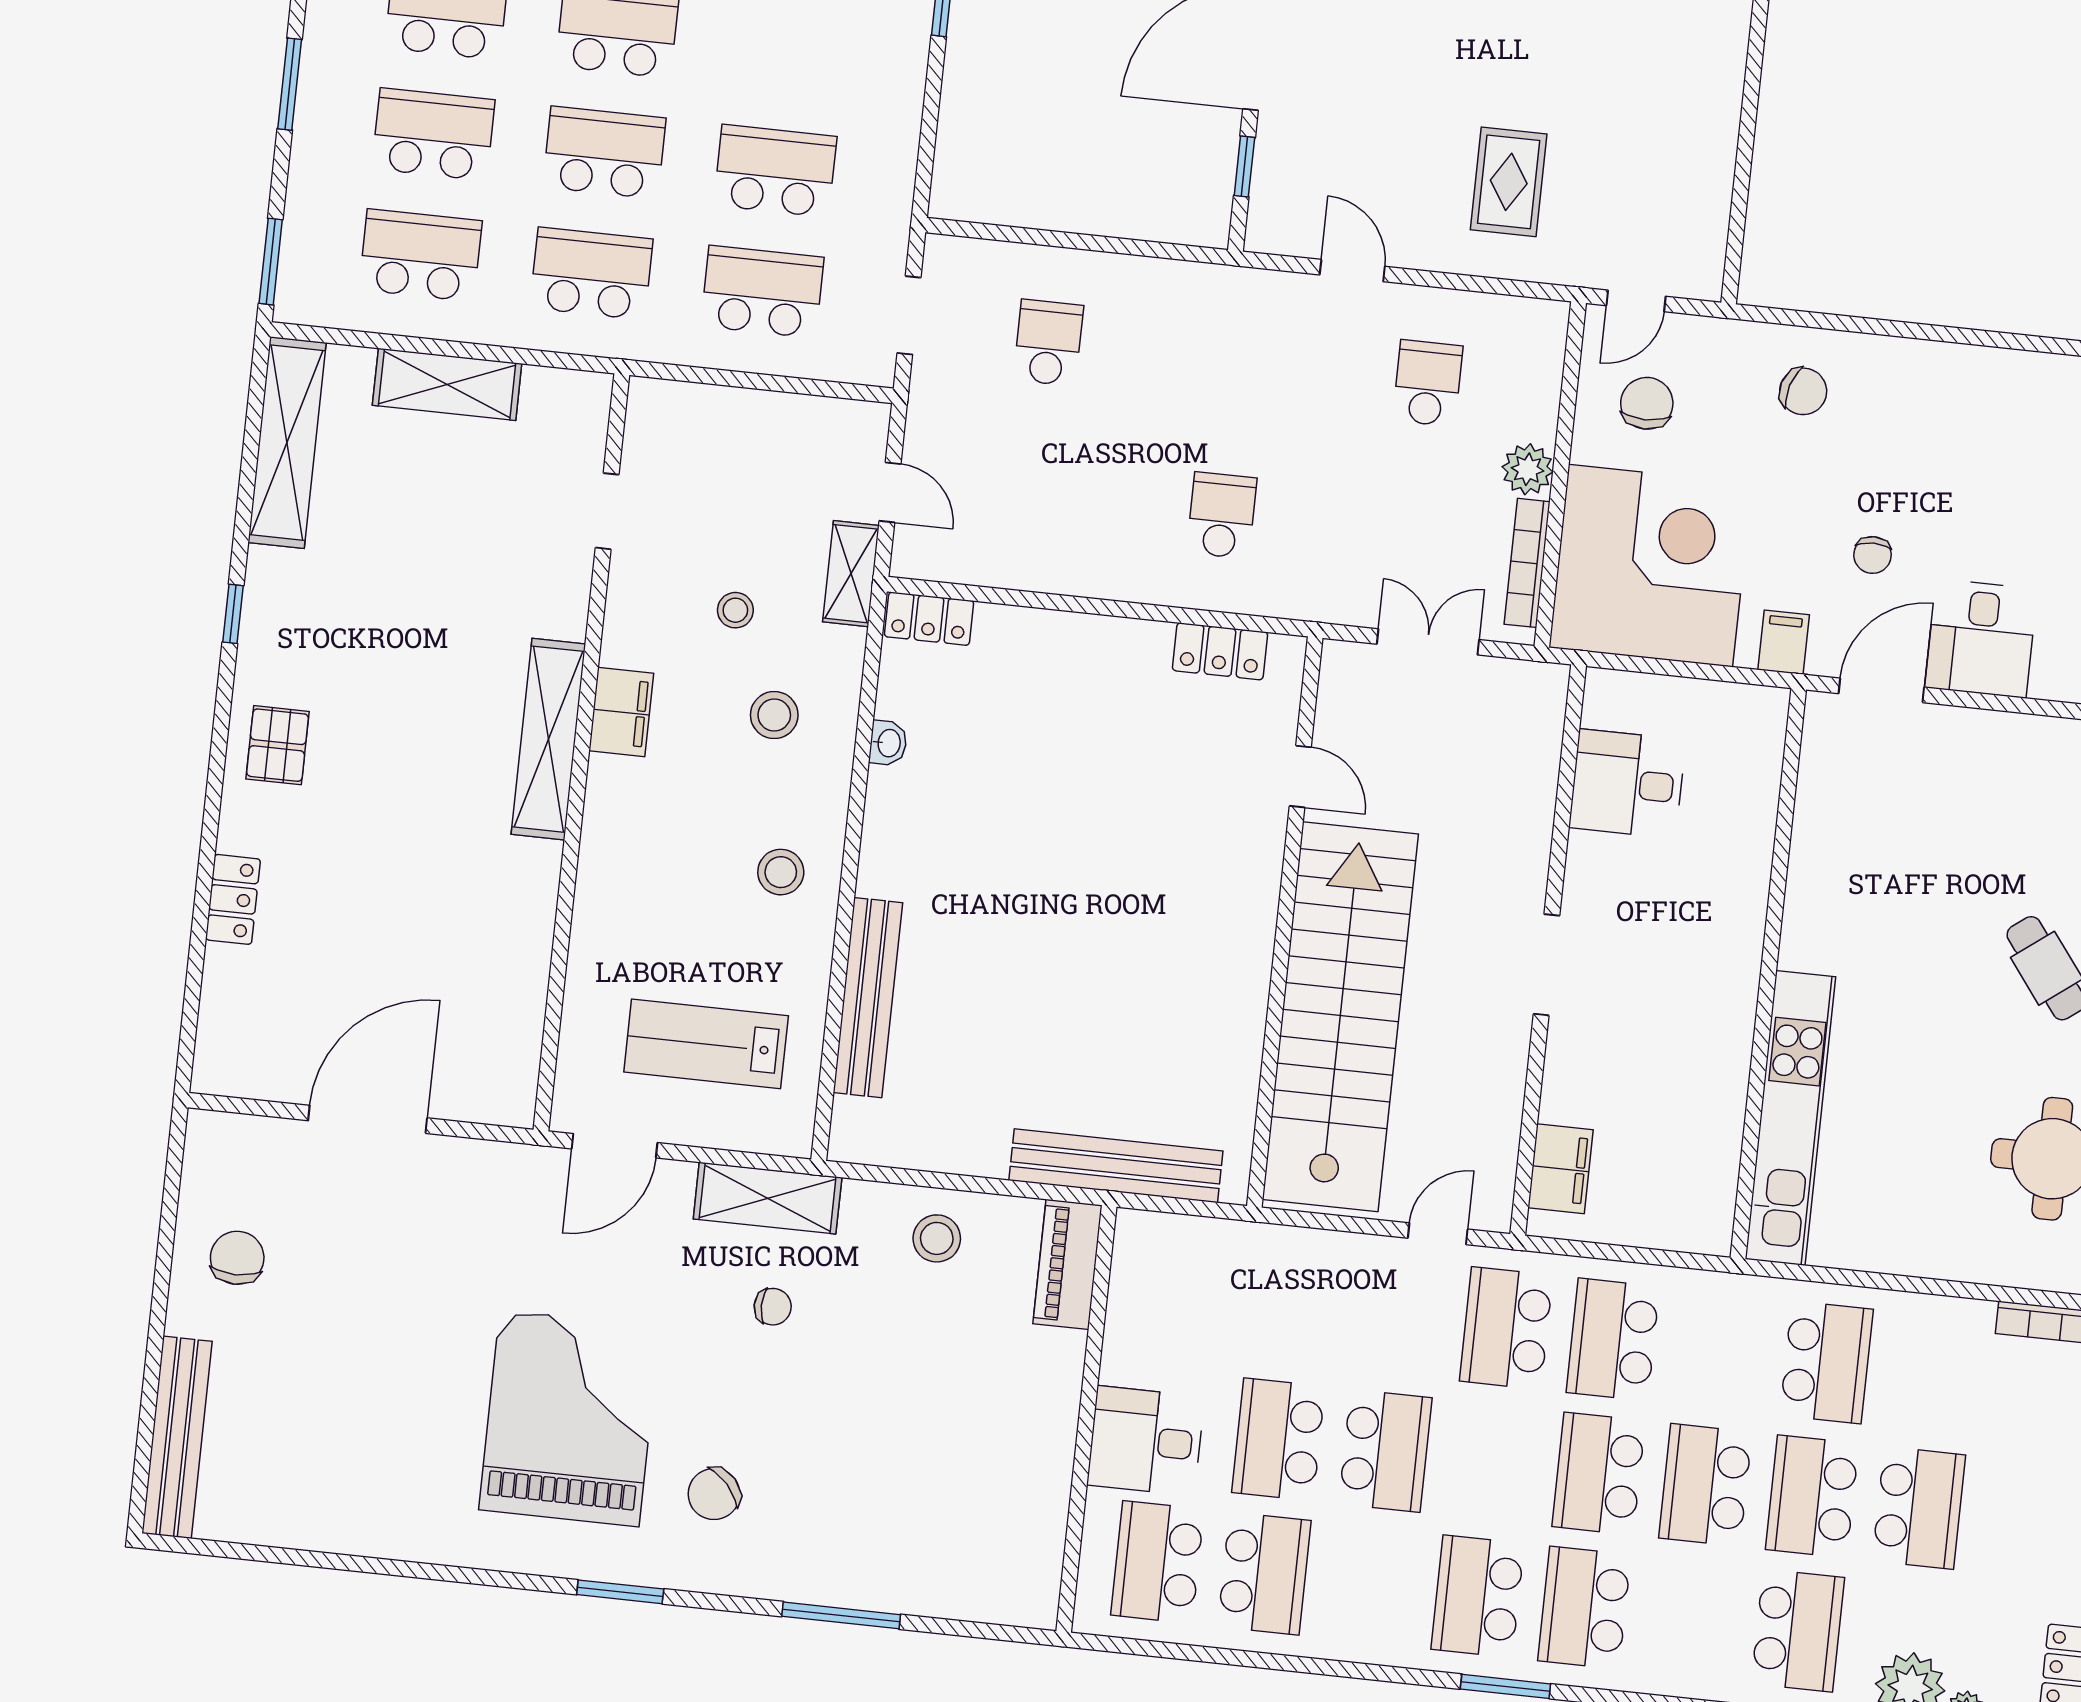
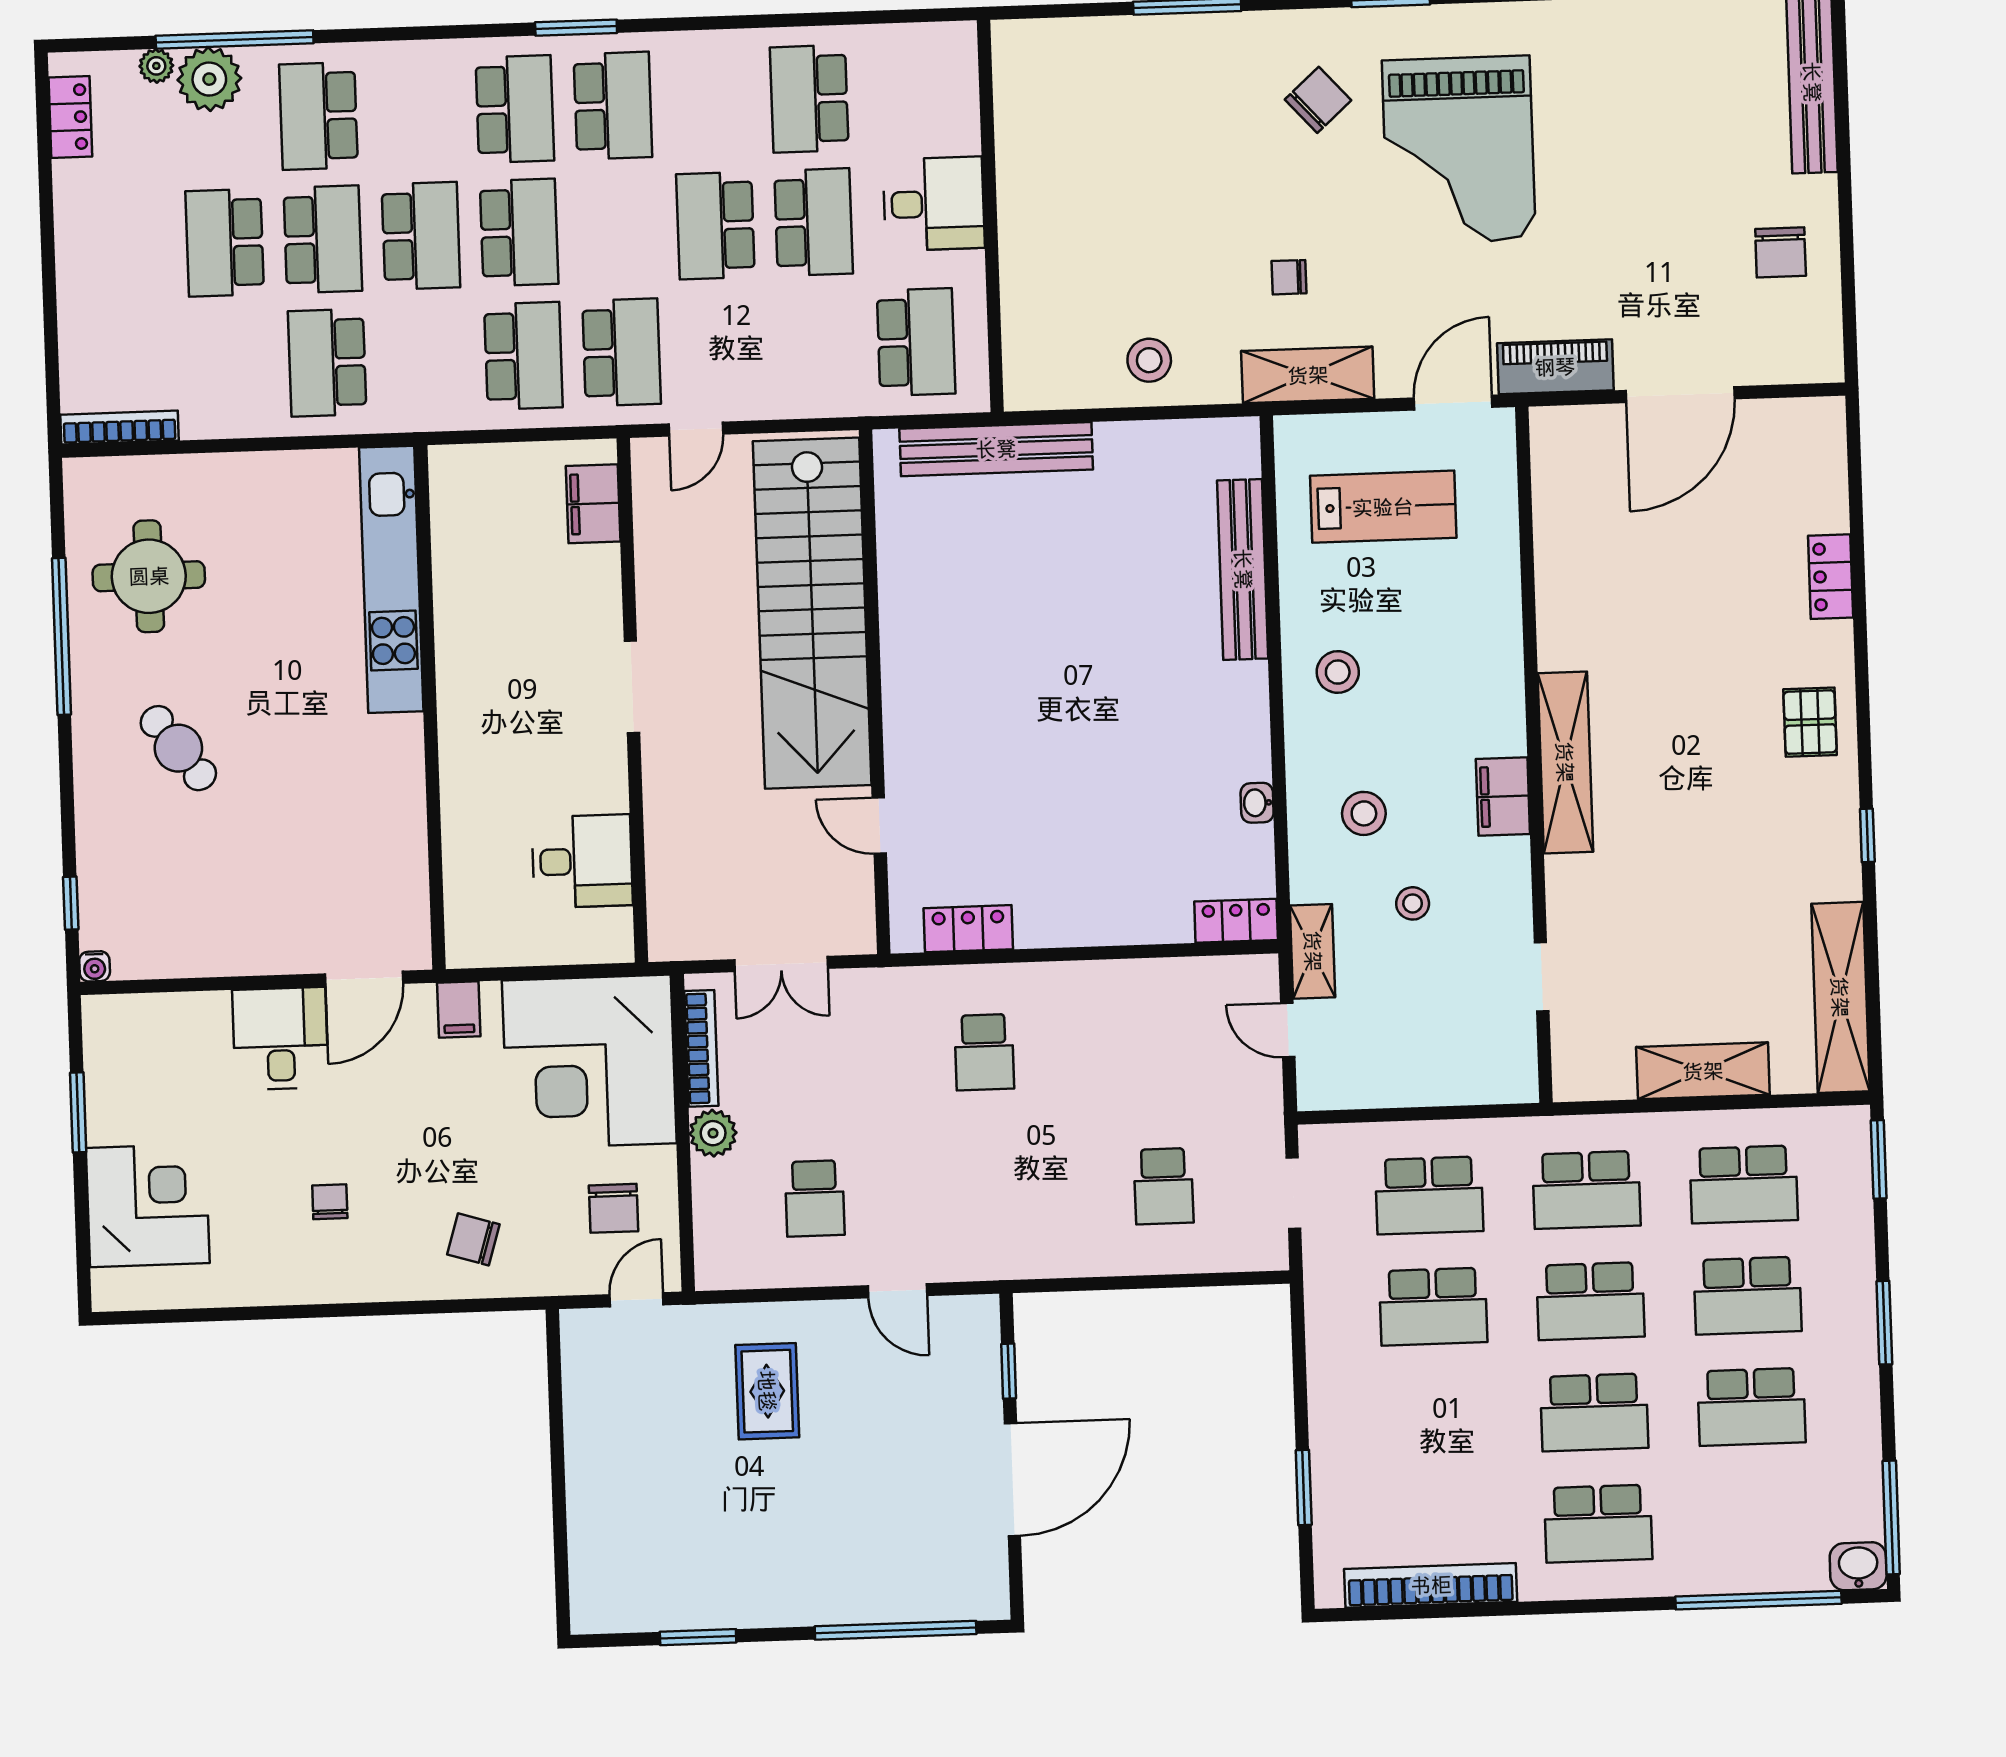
chair: (1872, 555) -> (330, 1202), moved
piano: (1067, 1264) -> (1555, 367), moved, turned -90
school desk: (1157, 1562) -> (916, 342), moved

